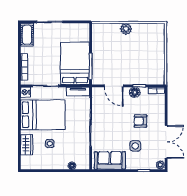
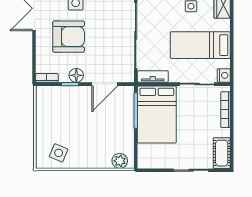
plant: (126, 29) -> (120, 161), moved
side table: (148, 35) -> (59, 153), added
door: (114, 86) -> (105, 84), swing flipped
bed: (43, 115) -> (200, 45), width x0.67
armchair: (140, 121) -> (69, 37), width x1.88, depth x1.88

